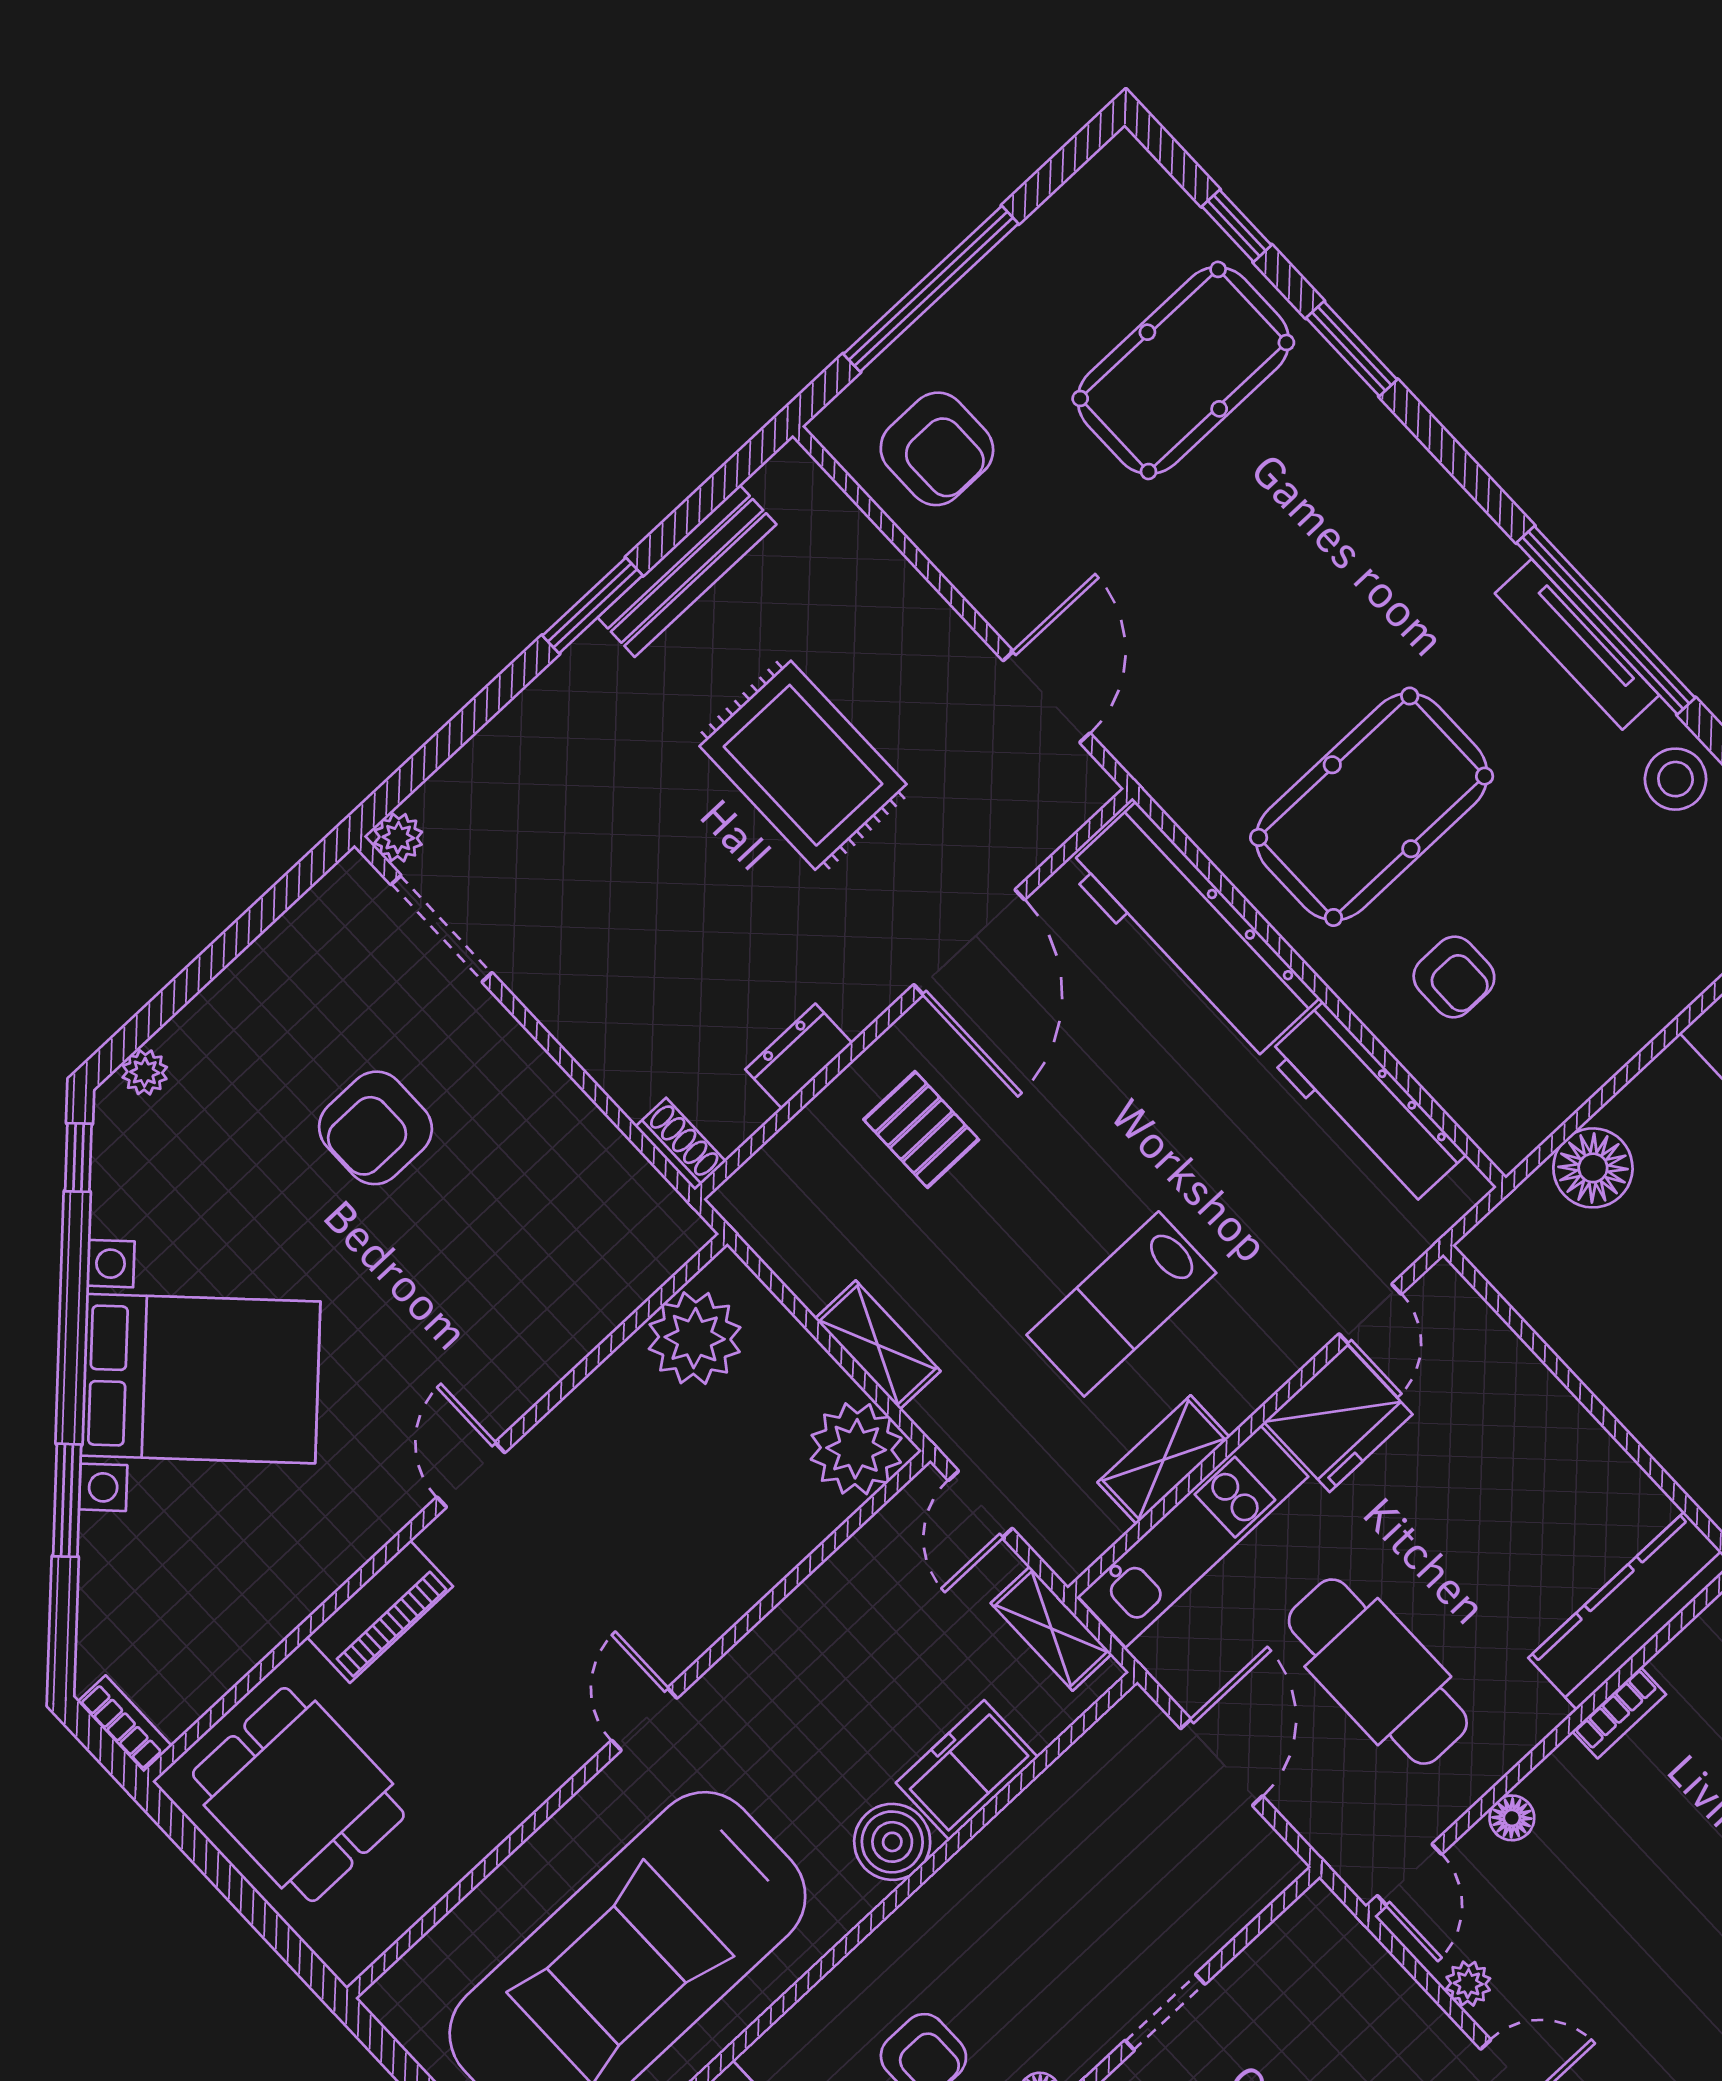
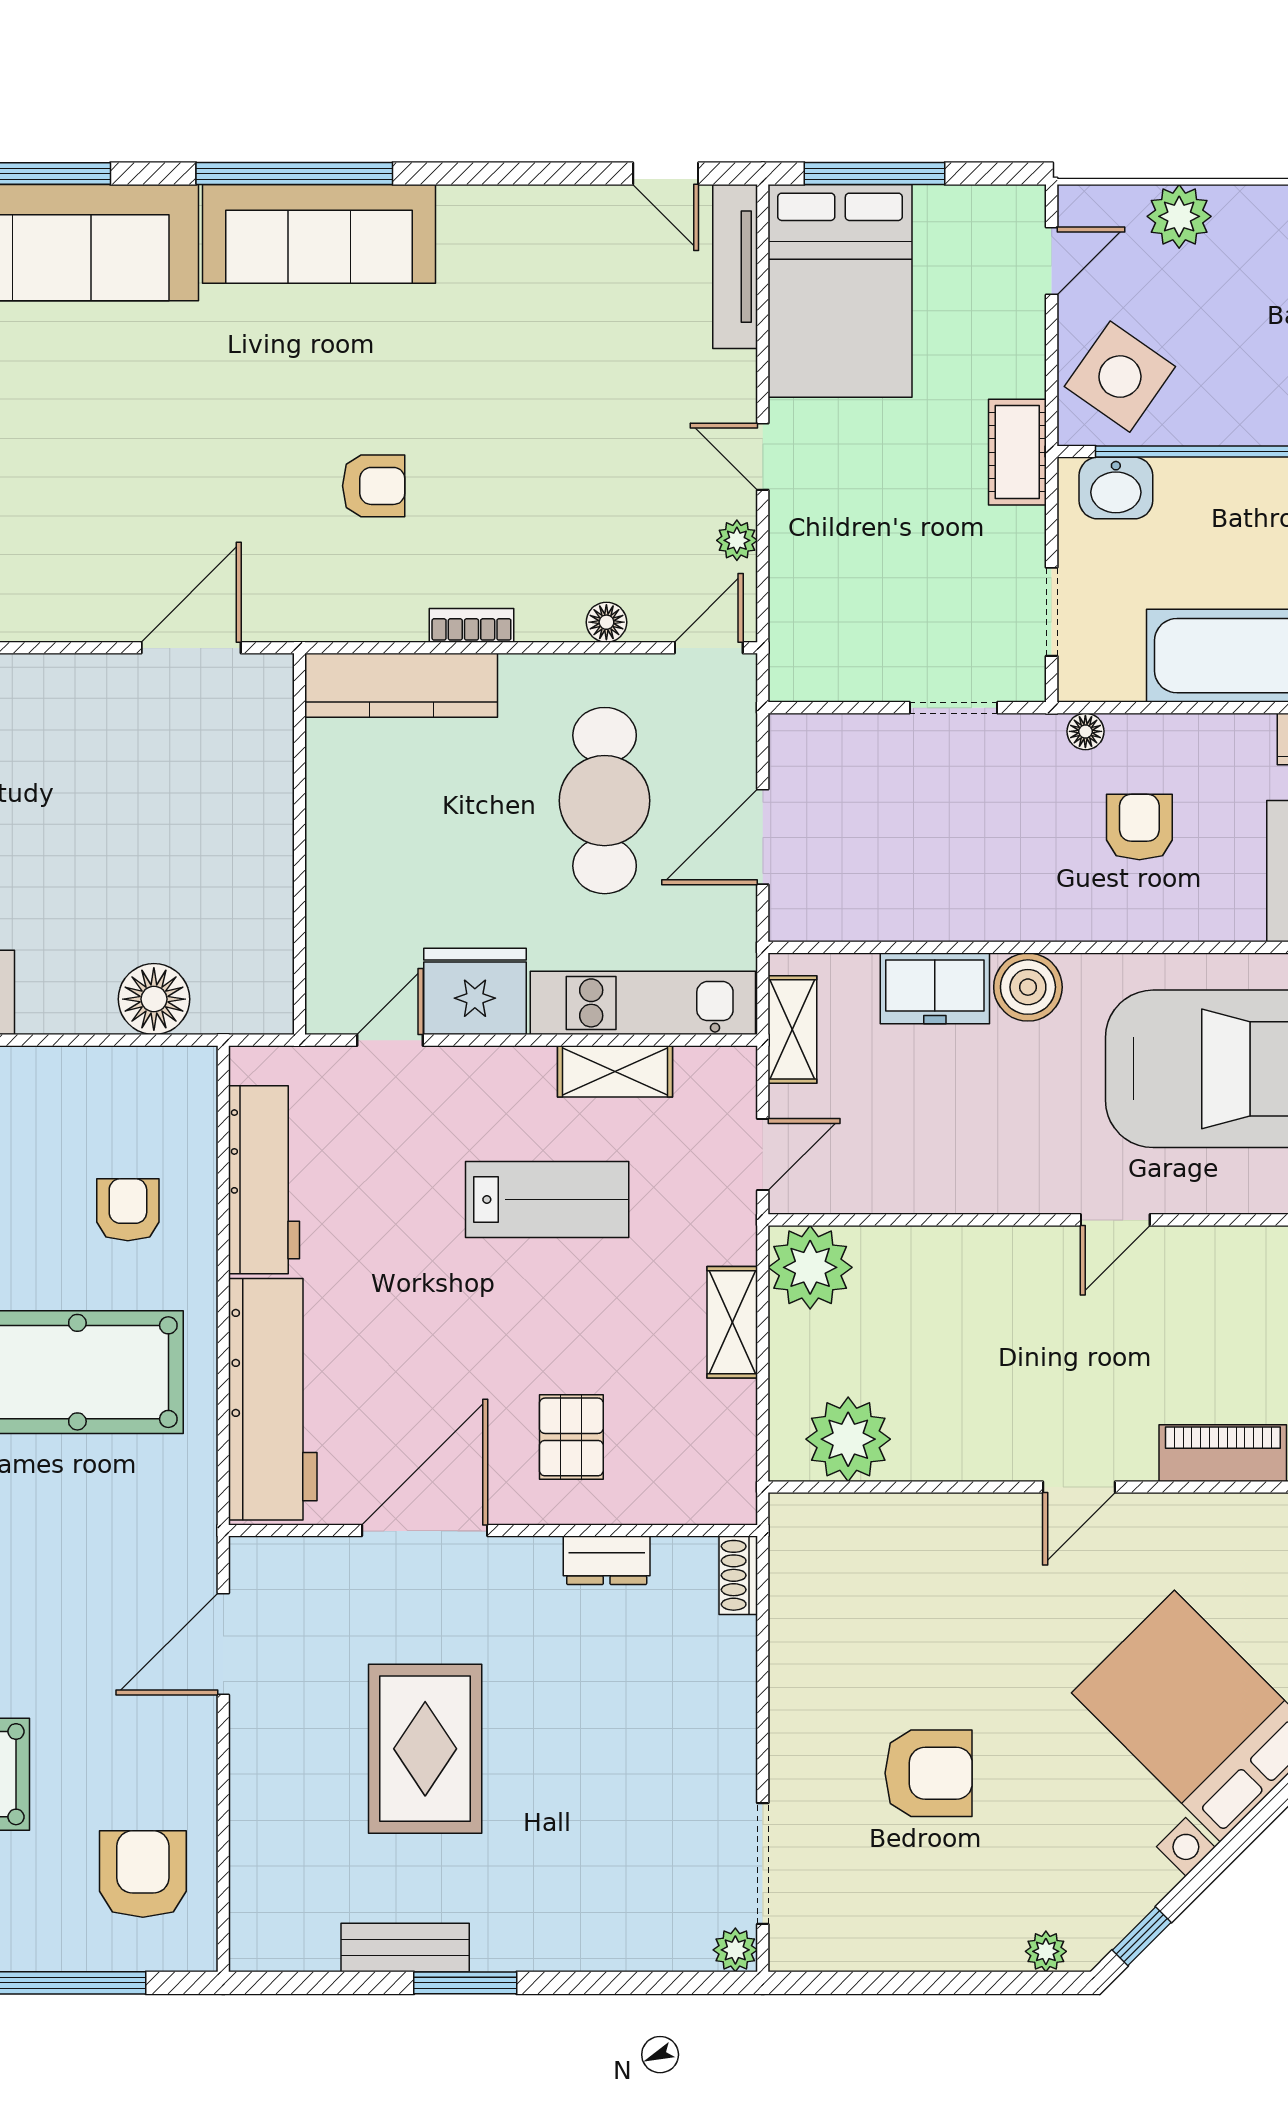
bench: (687, 571) -> (405, 1948), width x0.73

